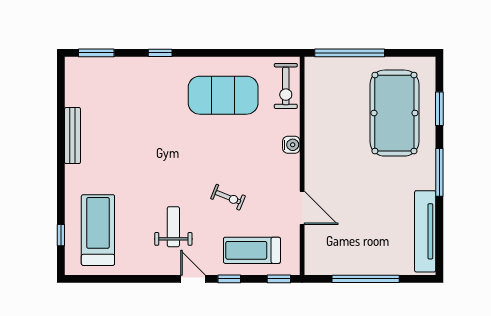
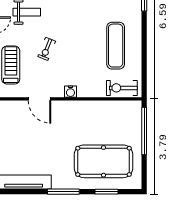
exercise mat: (223, 95) -> (116, 46), width x0.68
water cooler: (291, 145) -> (70, 92), moved
door: (302, 208) -> (39, 99), hinge flipped

